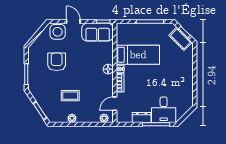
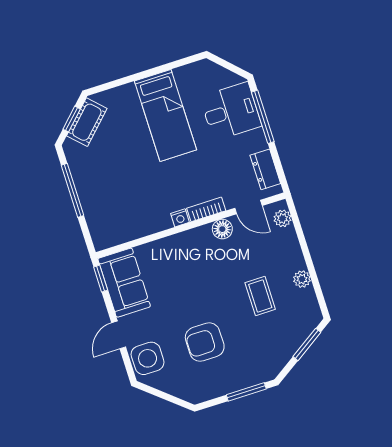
bed: (138, 55) -> (165, 115), moved, turned 180
floor lamp: (108, 69) -> (222, 229), moved
dresser: (142, 117) -> (265, 169), moved

